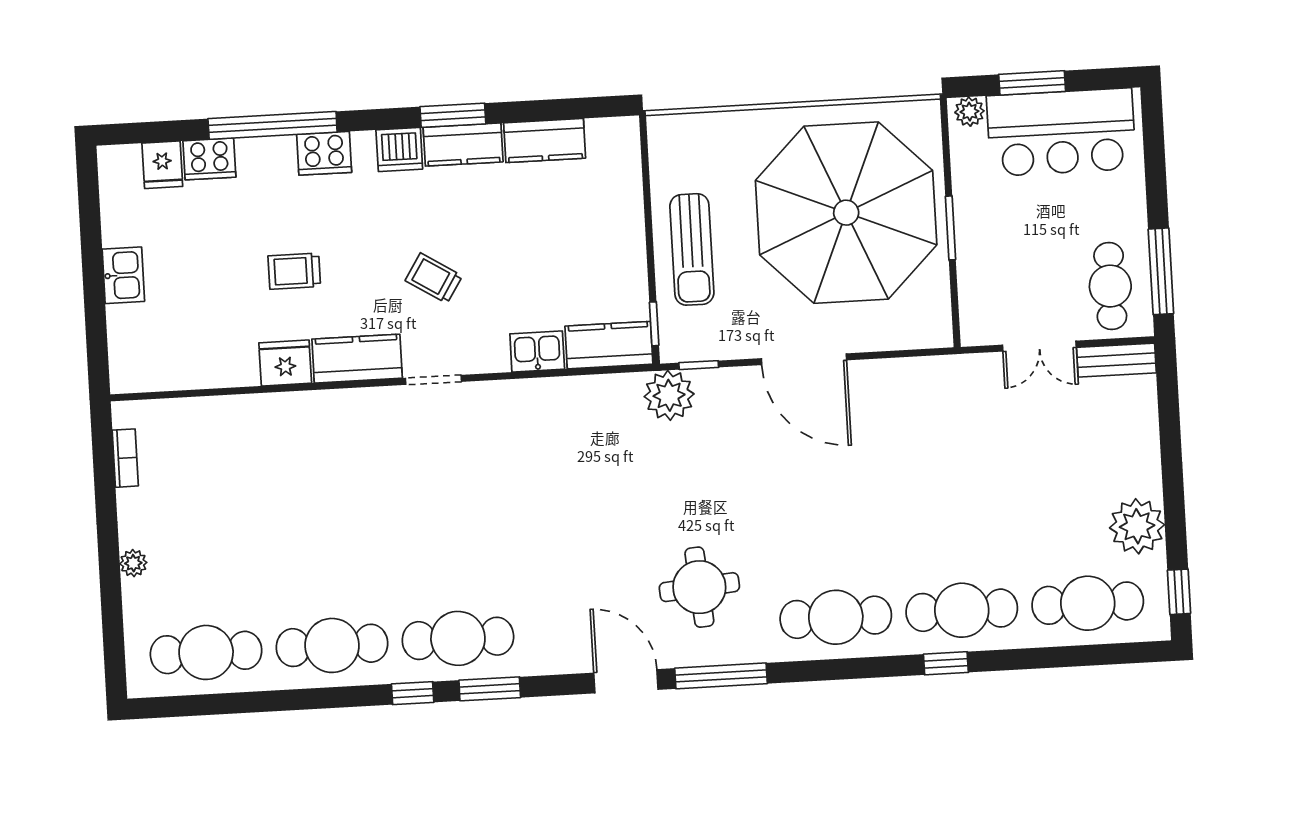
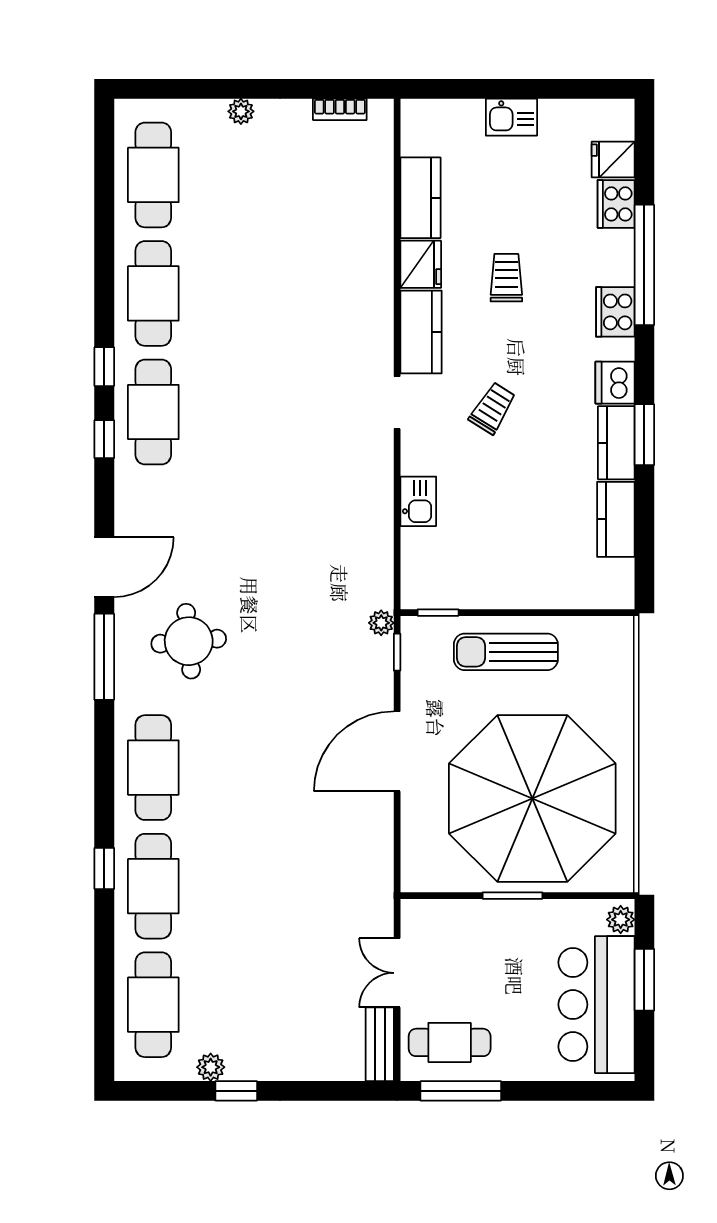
kitchen counter: (609, 345) -> (420, 198), moved
plant: (669, 395) -> (381, 623), width x0.53, depth x0.53
plant: (1137, 526) -> (211, 1067), width x0.53, depth x0.53
window: (1179, 592) -> (236, 1091), moved
window: (490, 689) -> (104, 439), width x0.67

